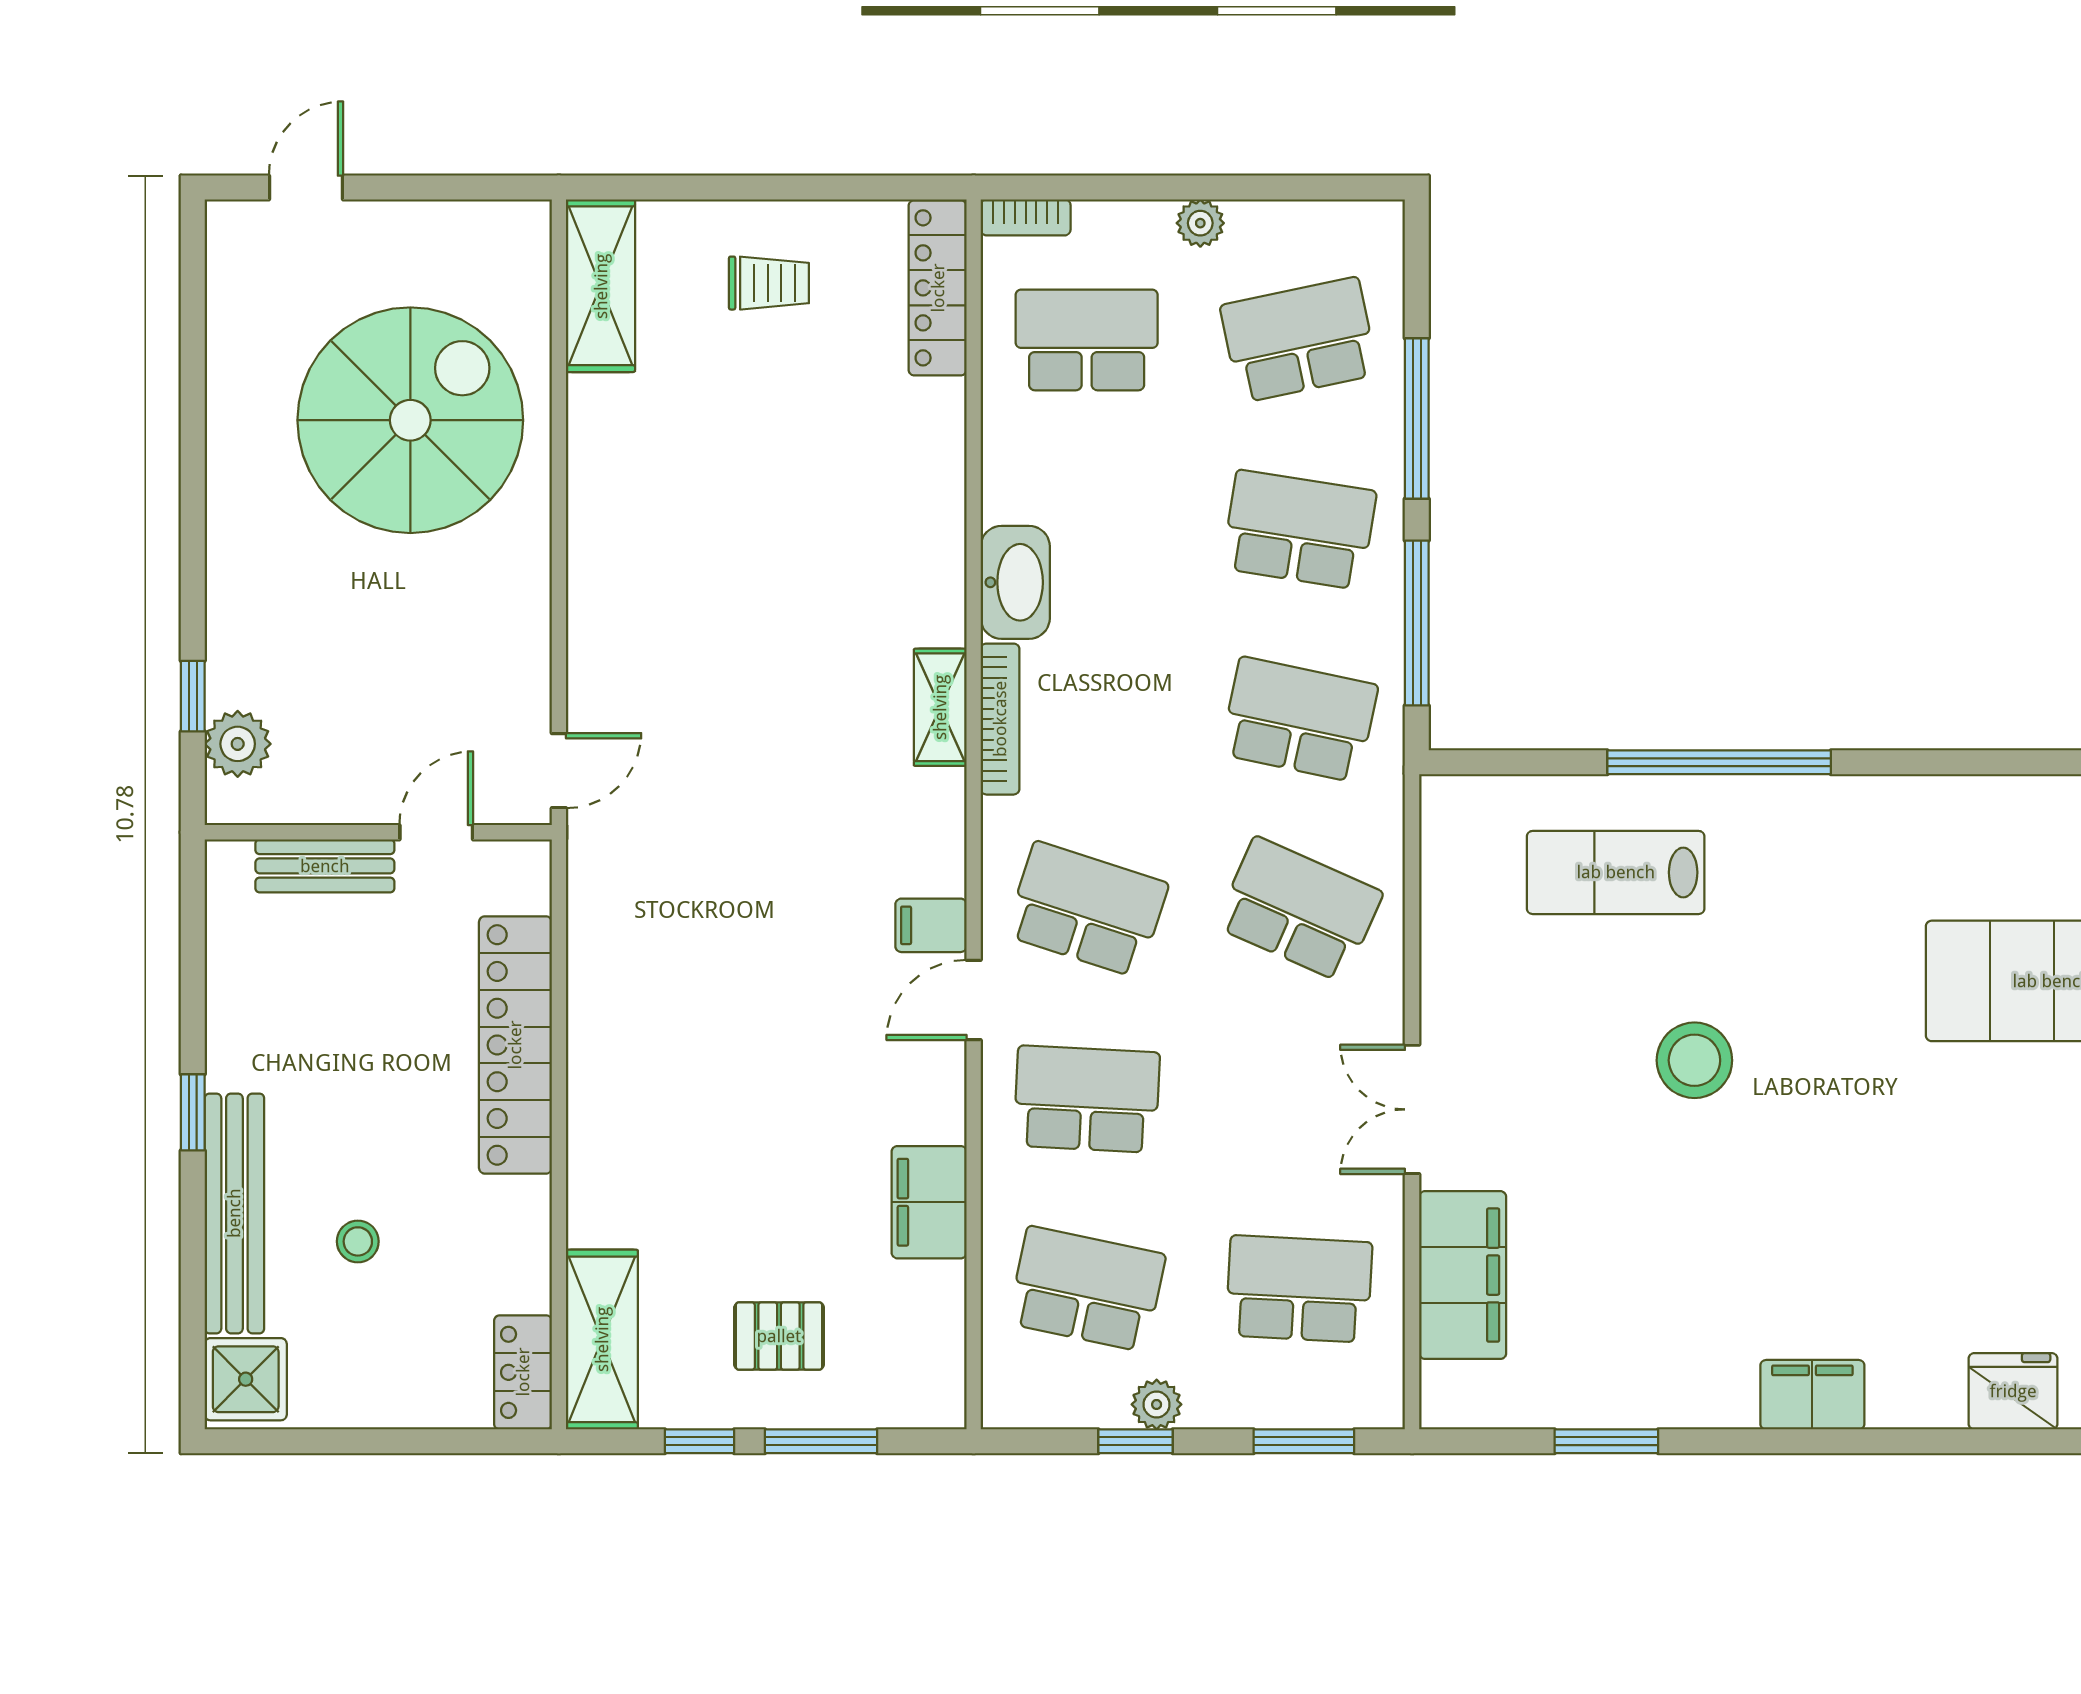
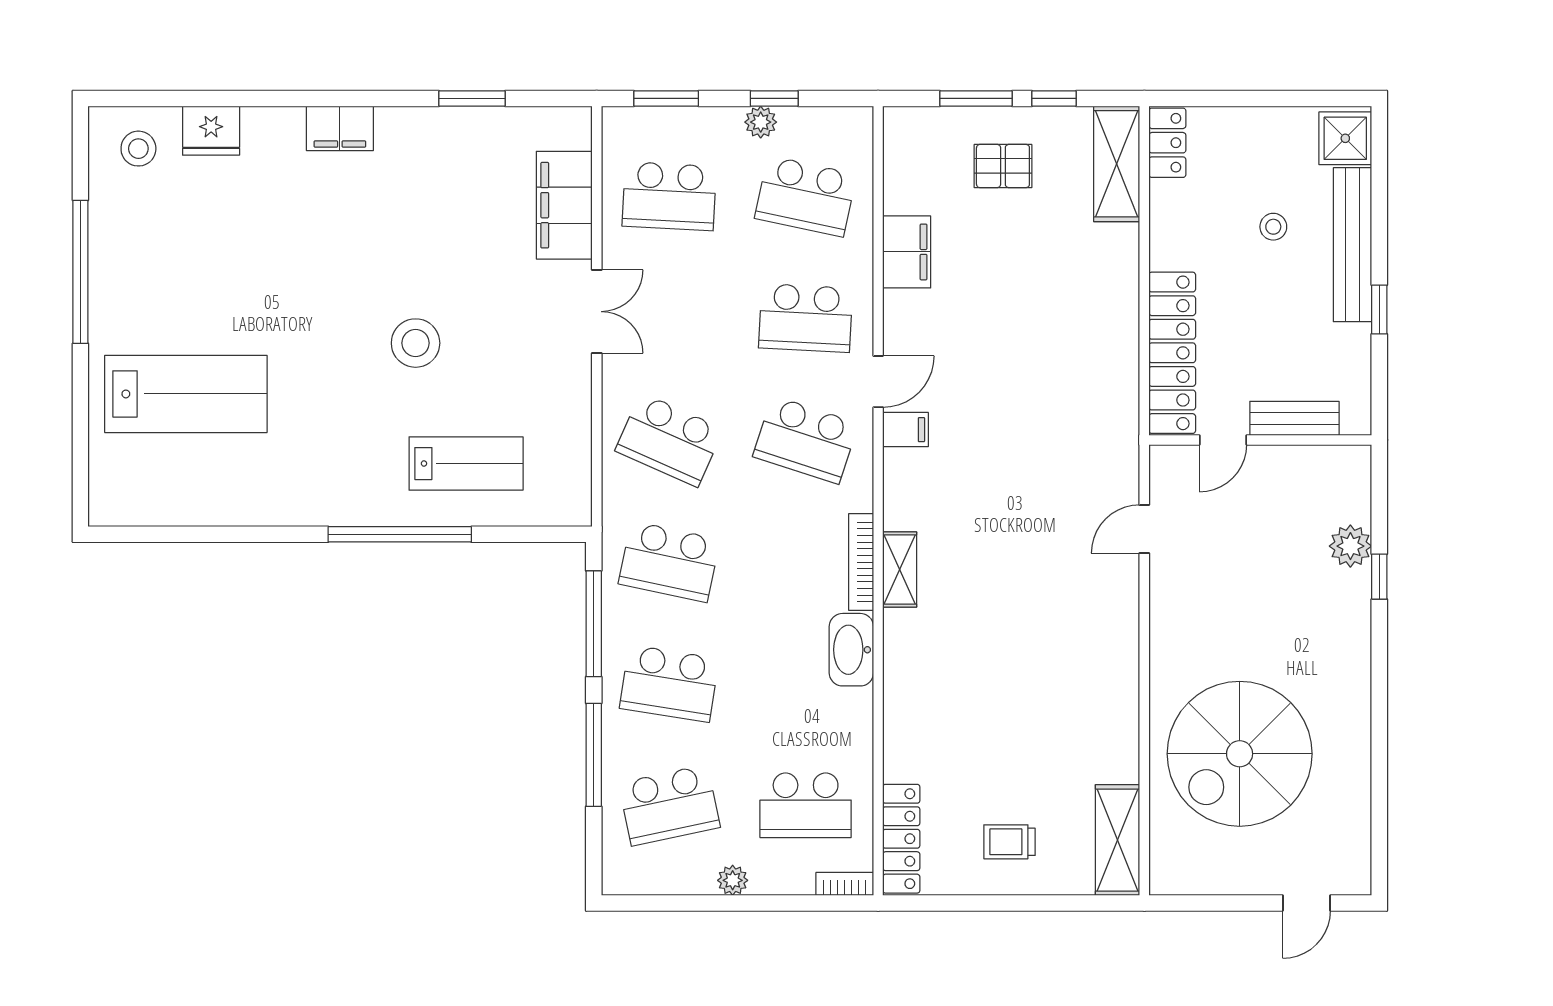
wall: (378, 832) -> (1260, 440), moved
door: (436, 832) -> (1223, 440), moved
bench: (325, 866) -> (1294, 418), moved

